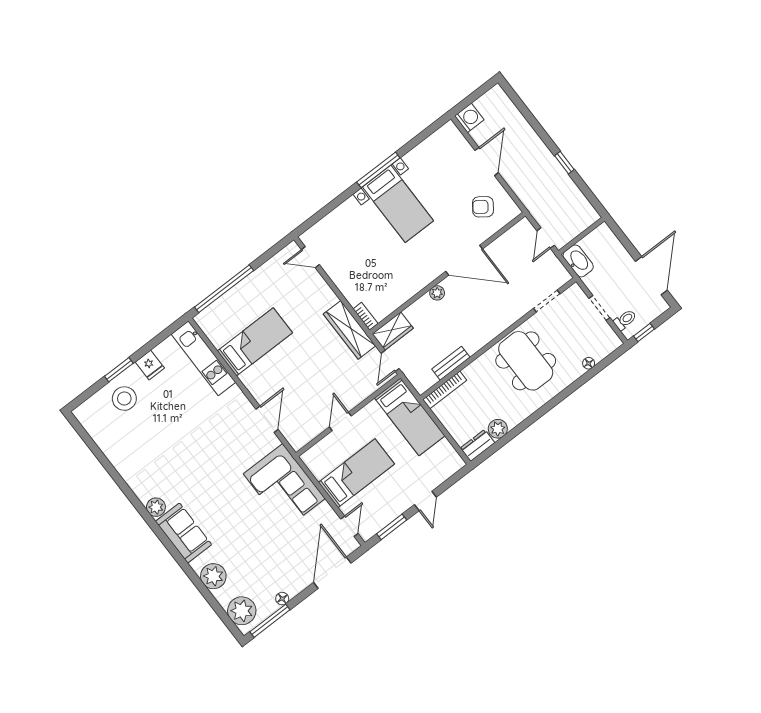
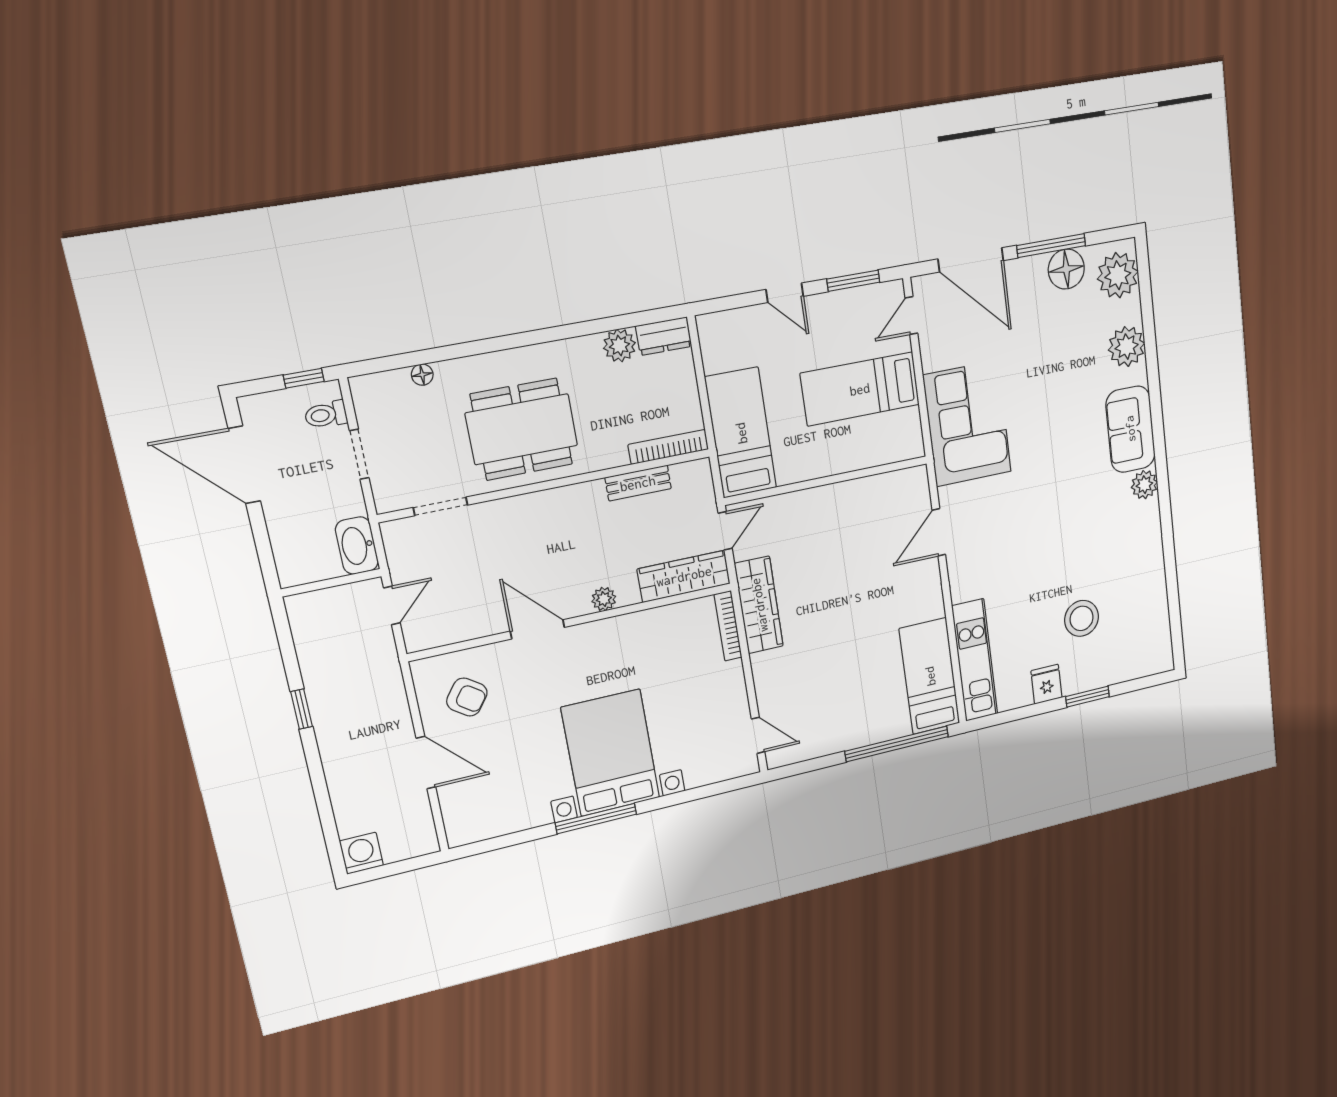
washing machine: (469, 118) -> (361, 853), moved, turned 90
door: (487, 162) -> (426, 763), swing flipped
bed with nightstands: (398, 204) -> (610, 753), width x1.36
door: (464, 260) -> (537, 629), width x0.73
door: (651, 276) -> (244, 465), hinge flipped
bookcase: (365, 316) -> (728, 626), width x1.56
wardrobe: (393, 331) -> (684, 576), width x1.50
bed: (255, 342) -> (930, 676), moved, turned 90
dining table: (526, 361) -> (522, 429), turned 90
stool: (124, 399) -> (1082, 618), moved
door: (340, 421) -> (842, 477), removed
door: (425, 501) -> (785, 293), swing flipped
door: (332, 573) -> (971, 260), hinge flipped
floor lamp: (282, 599) -> (1066, 269), width x1.89, depth x1.89
window: (270, 621) -> (1051, 246), moved

